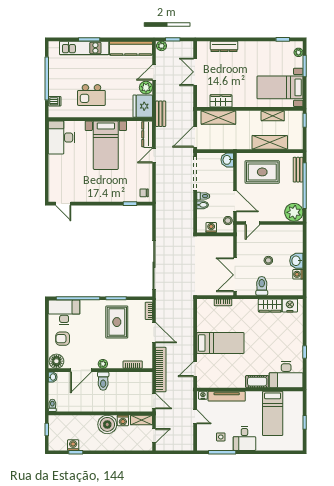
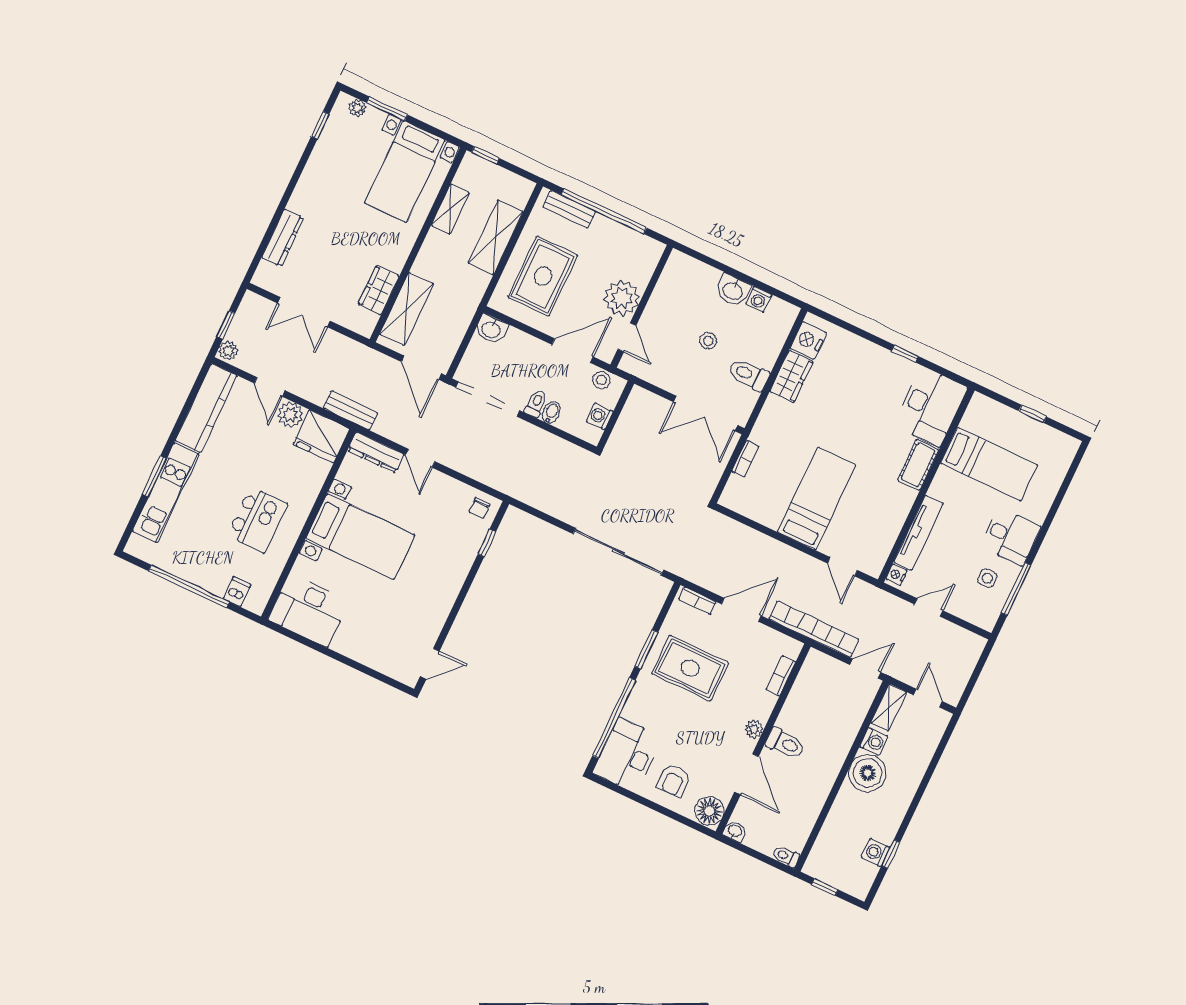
plant: (294, 212) -> (622, 298), moved

